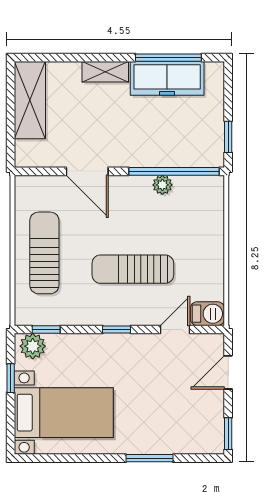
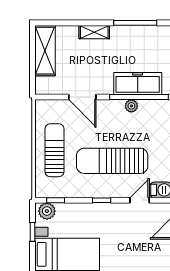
freezer: (167, 78) -> (138, 84), moved, turned 180
sun lounger: (133, 269) -> (112, 161), width x1.36, depth x1.34

